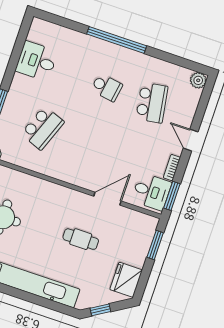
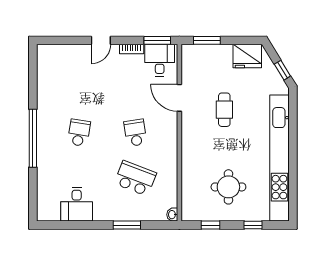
plant: (198, 80) -> (44, 52), removed
school desk: (152, 103) -> (135, 133), moved, width x0.54

